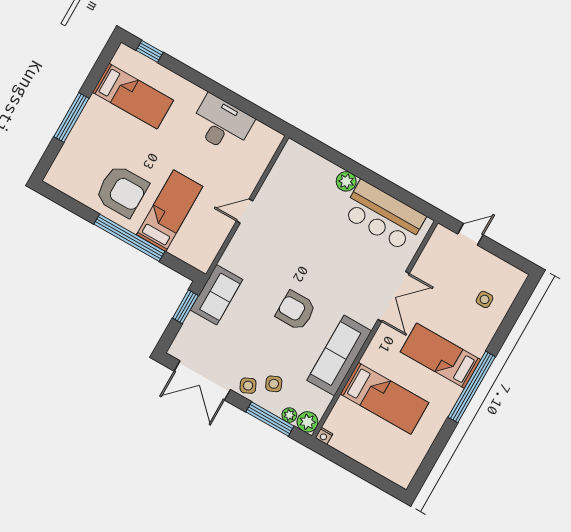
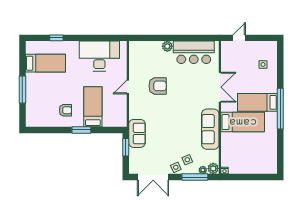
window: (150, 51) -> (56, 38), moved
desk: (222, 124) -> (99, 56), width x1.36, depth x1.30
armchair: (122, 191) -> (65, 110), width x0.53, depth x0.53
window: (129, 238) -> (81, 130), width x0.47
armchair: (296, 310) -> (158, 86), moved, turned 180
bed: (385, 398) -> (243, 122), moved

